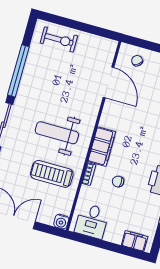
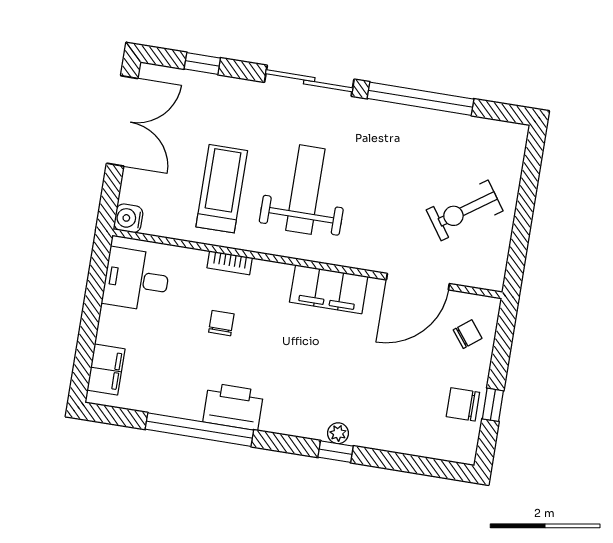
exercise bike: (59, 40) -> (465, 210), moved, turned 55
filing cabinet: (102, 147) -> (329, 289), moved

